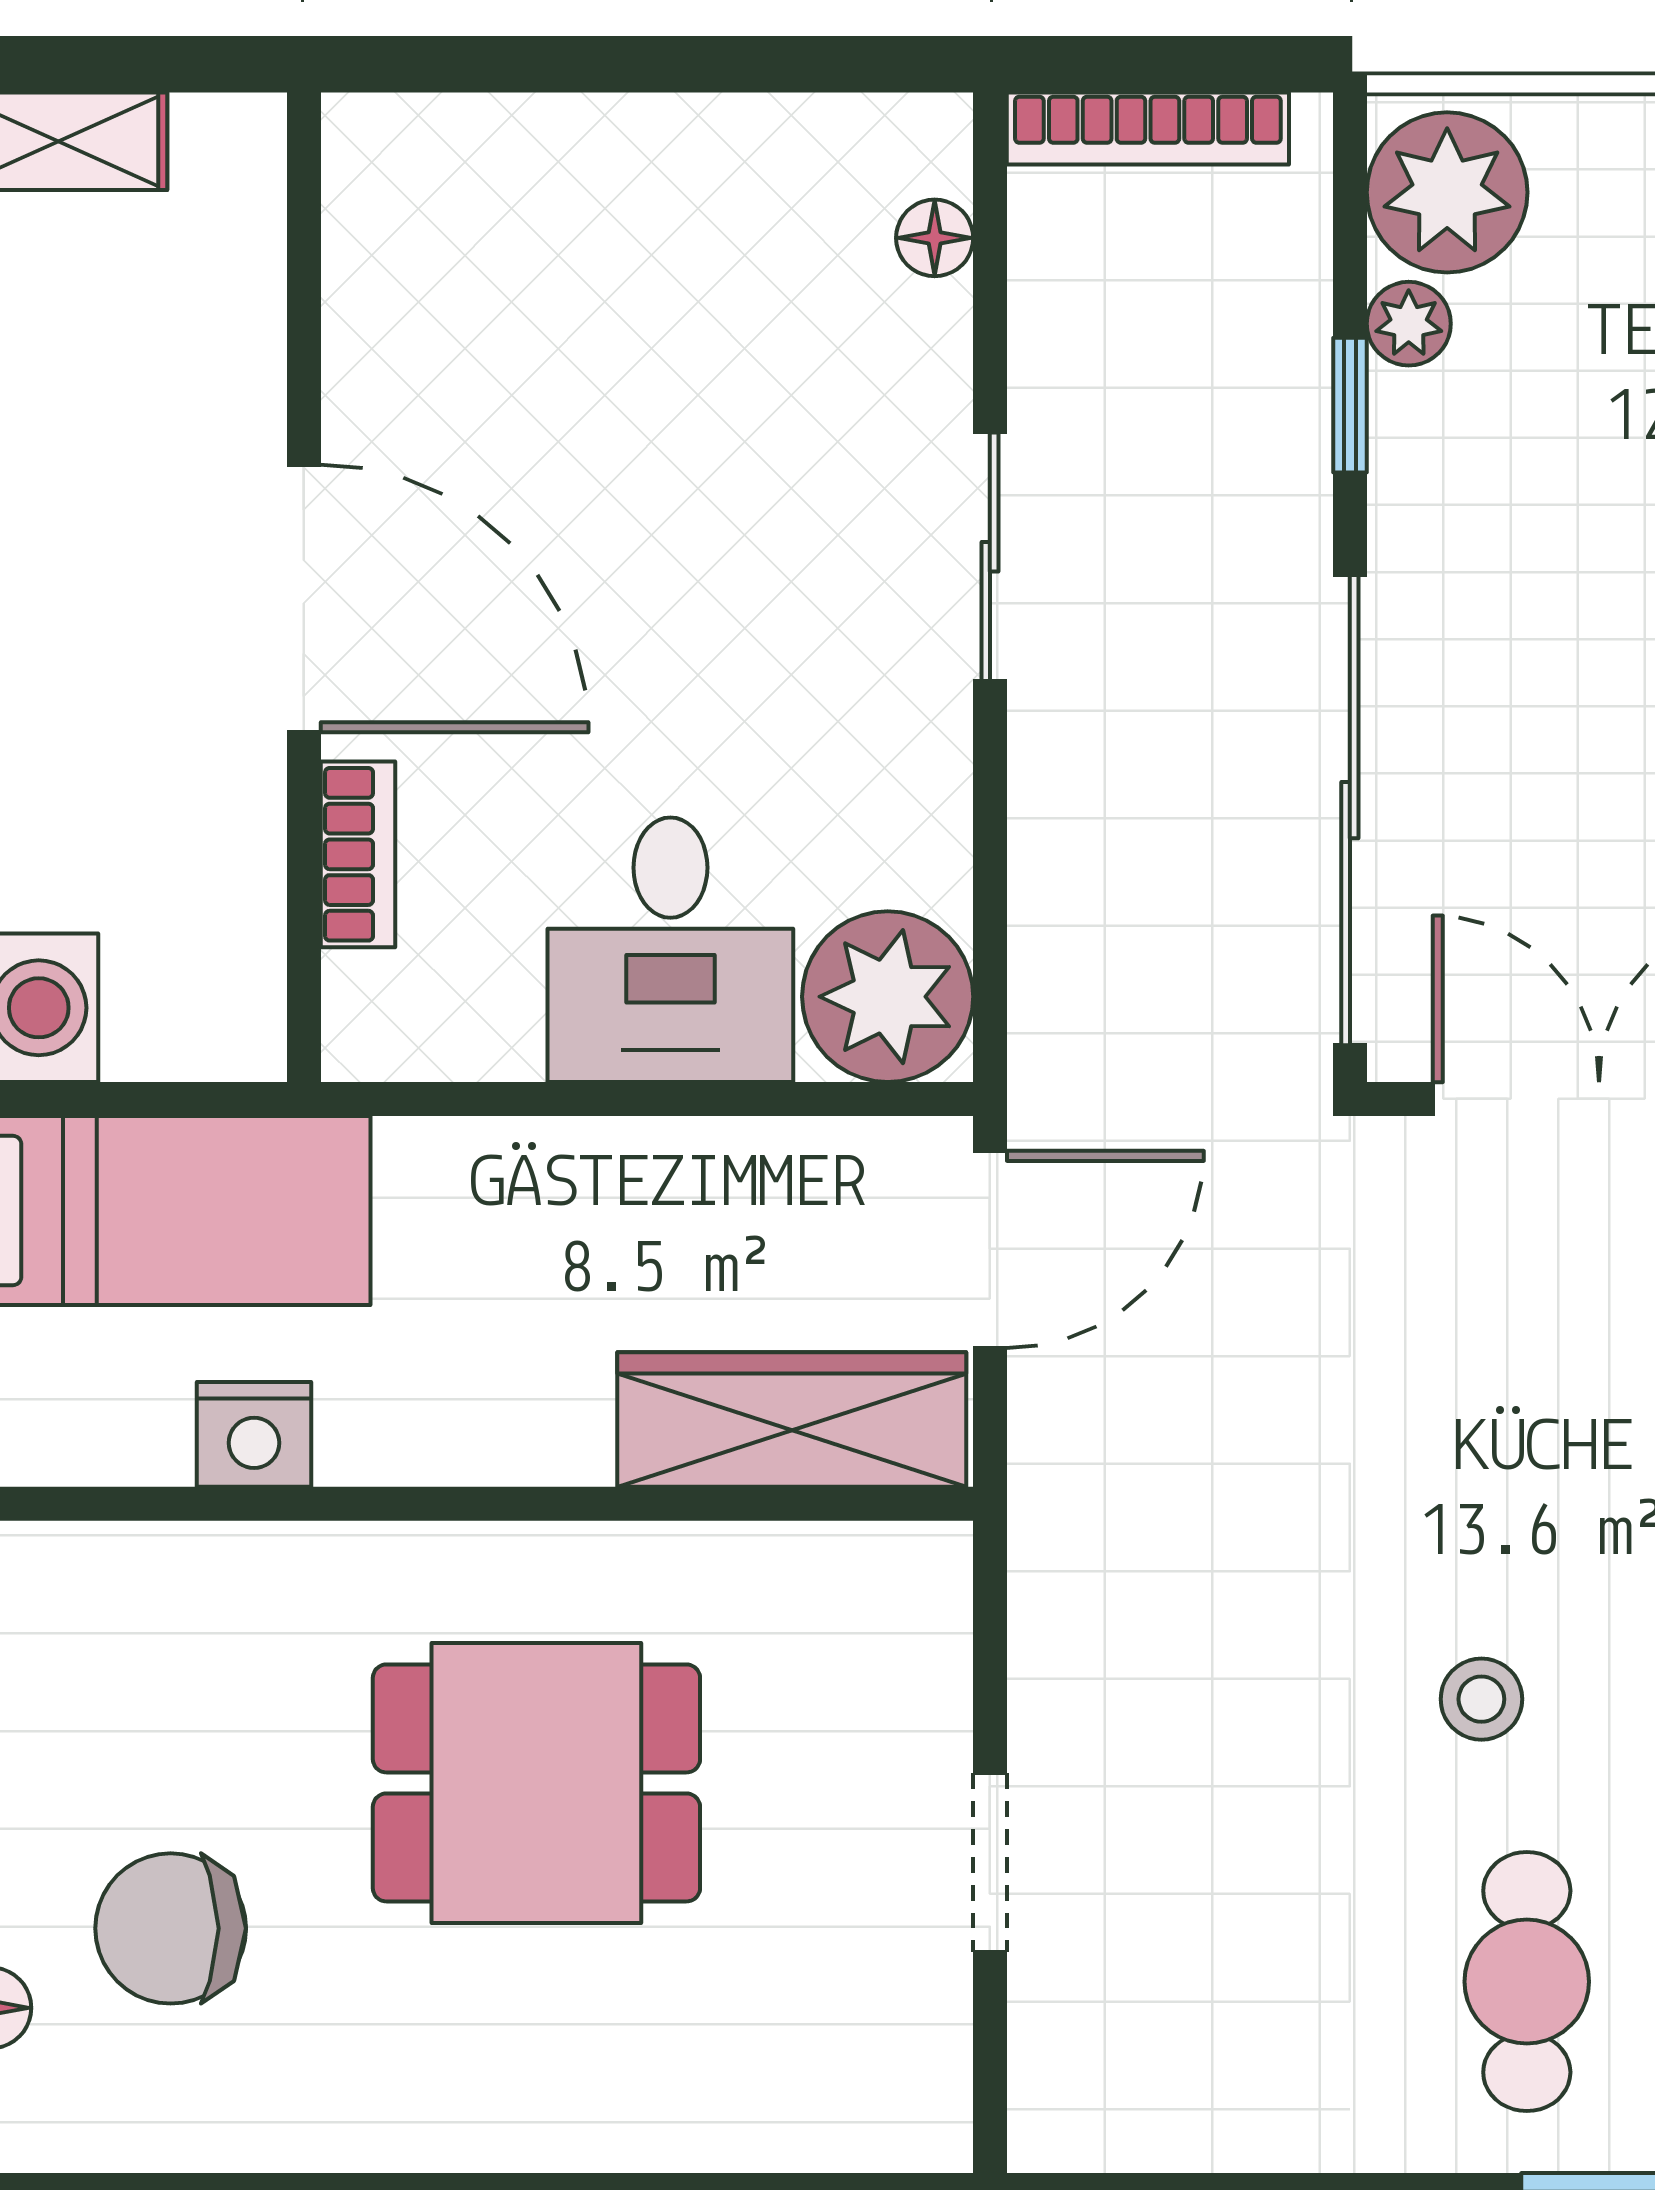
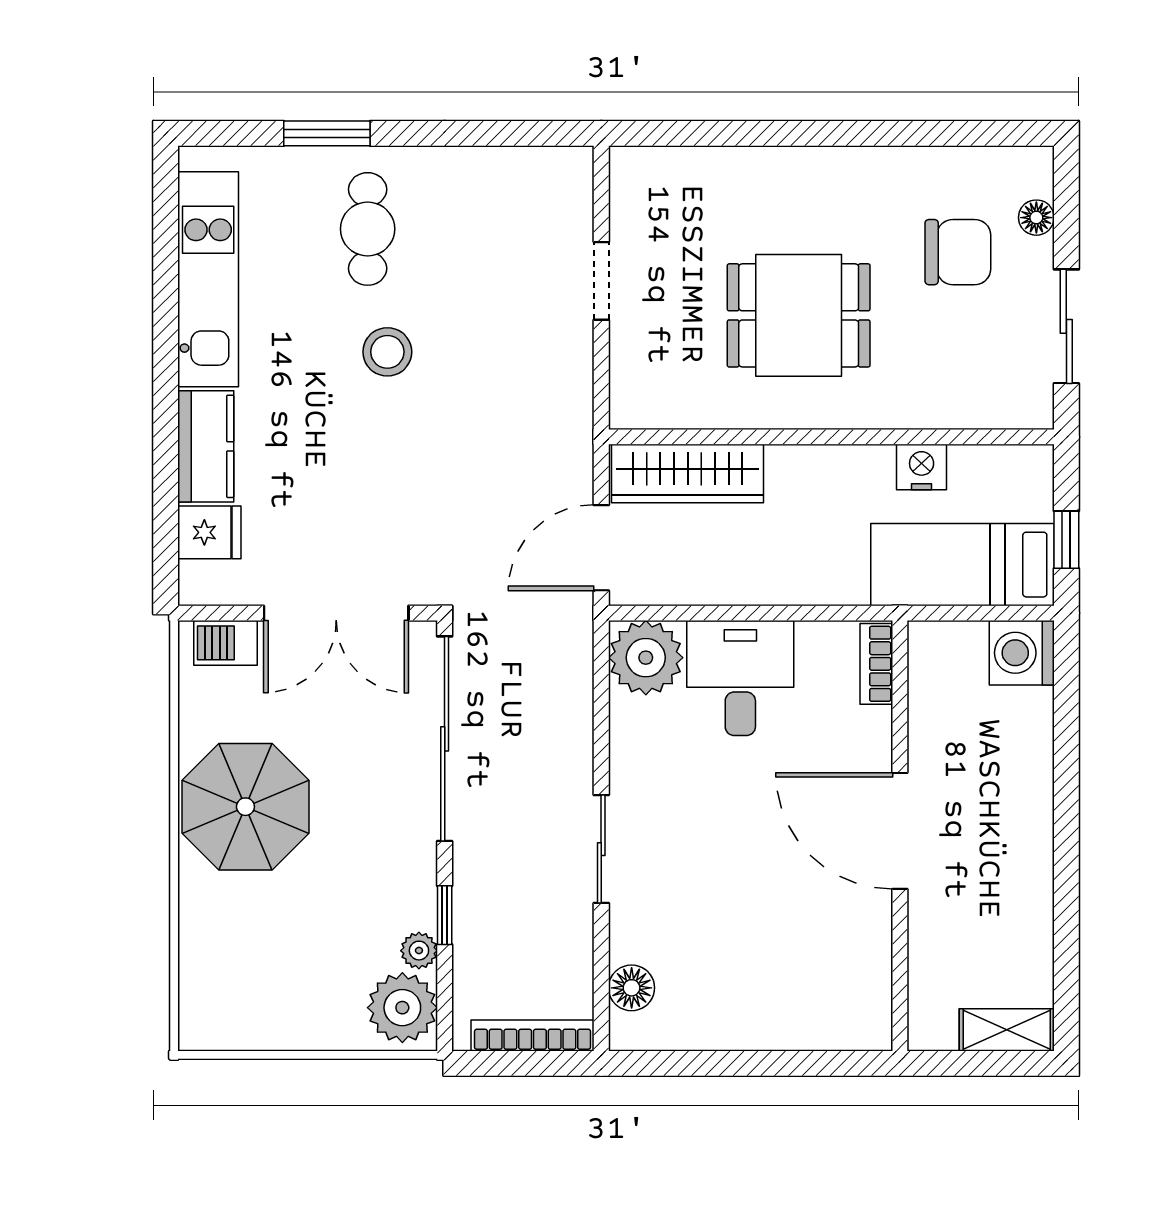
floor lamp: (935, 238) -> (632, 988), width x1.37, depth x1.37
bookcase: (358, 854) -> (876, 664), moved
stool: (1481, 1699) -> (387, 352), width x1.37, depth x1.37

